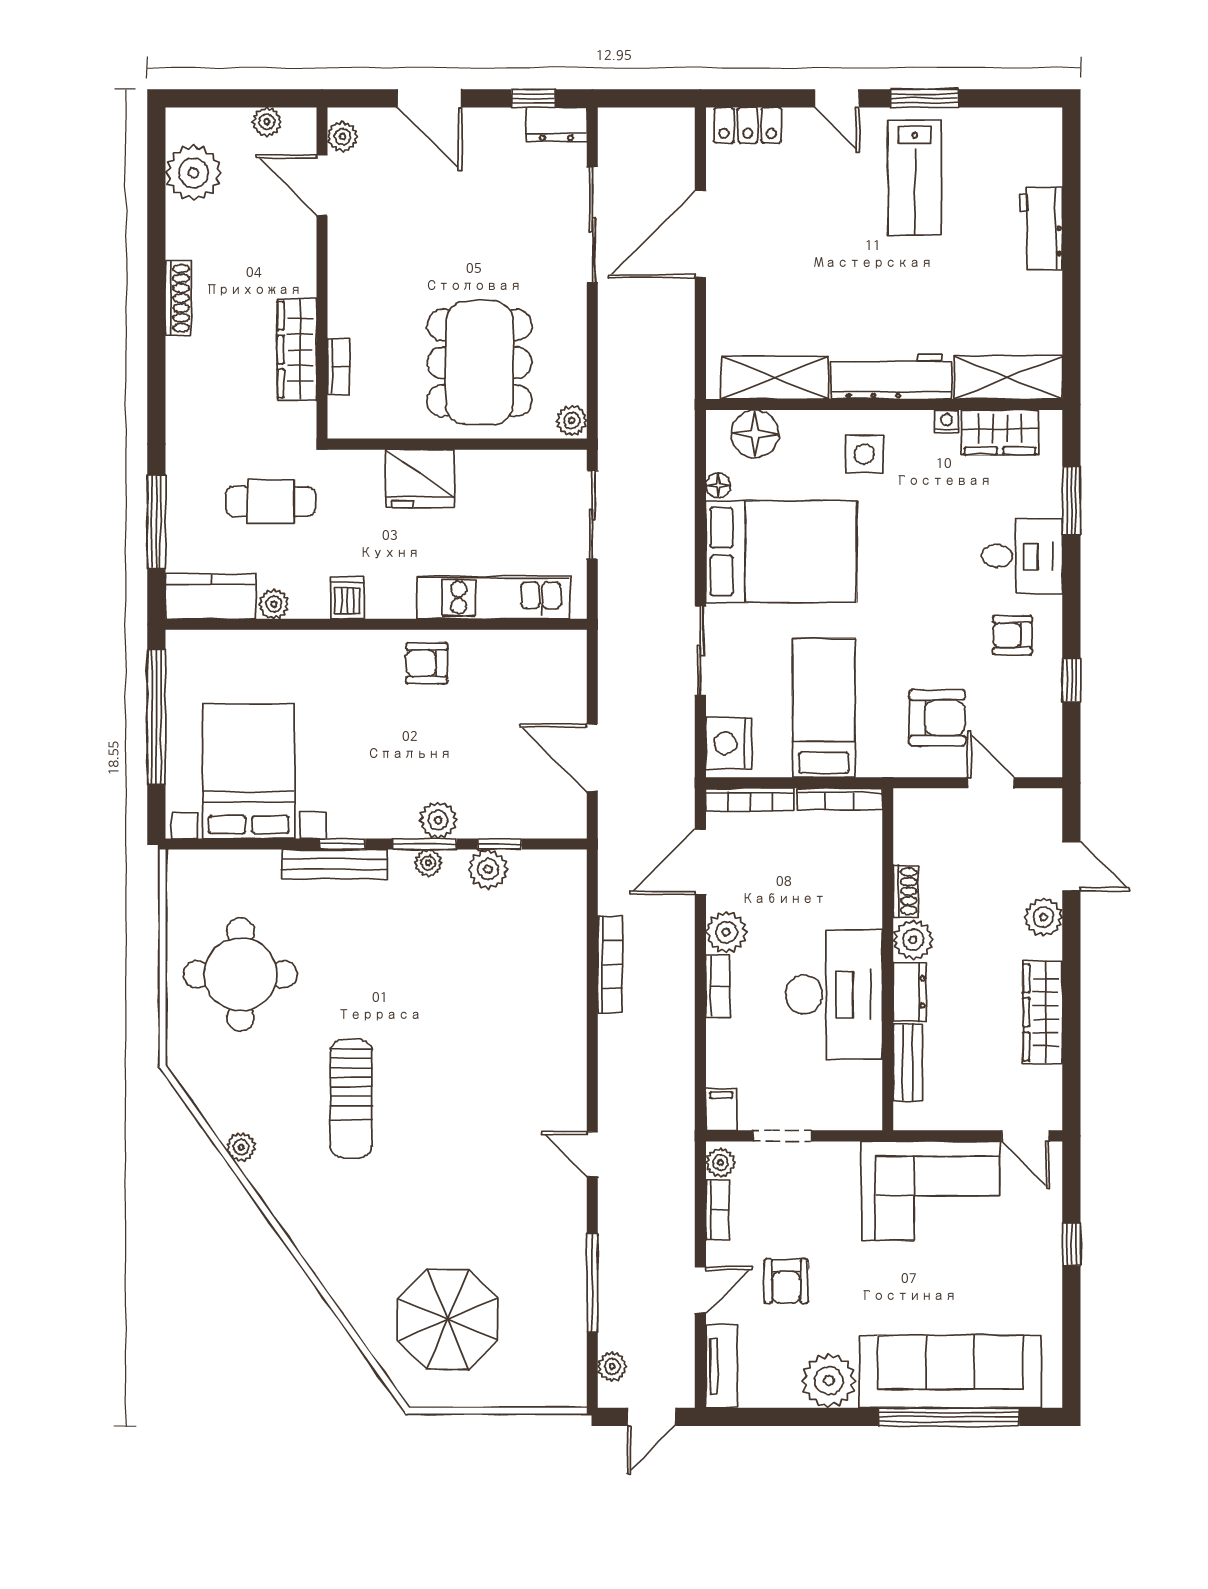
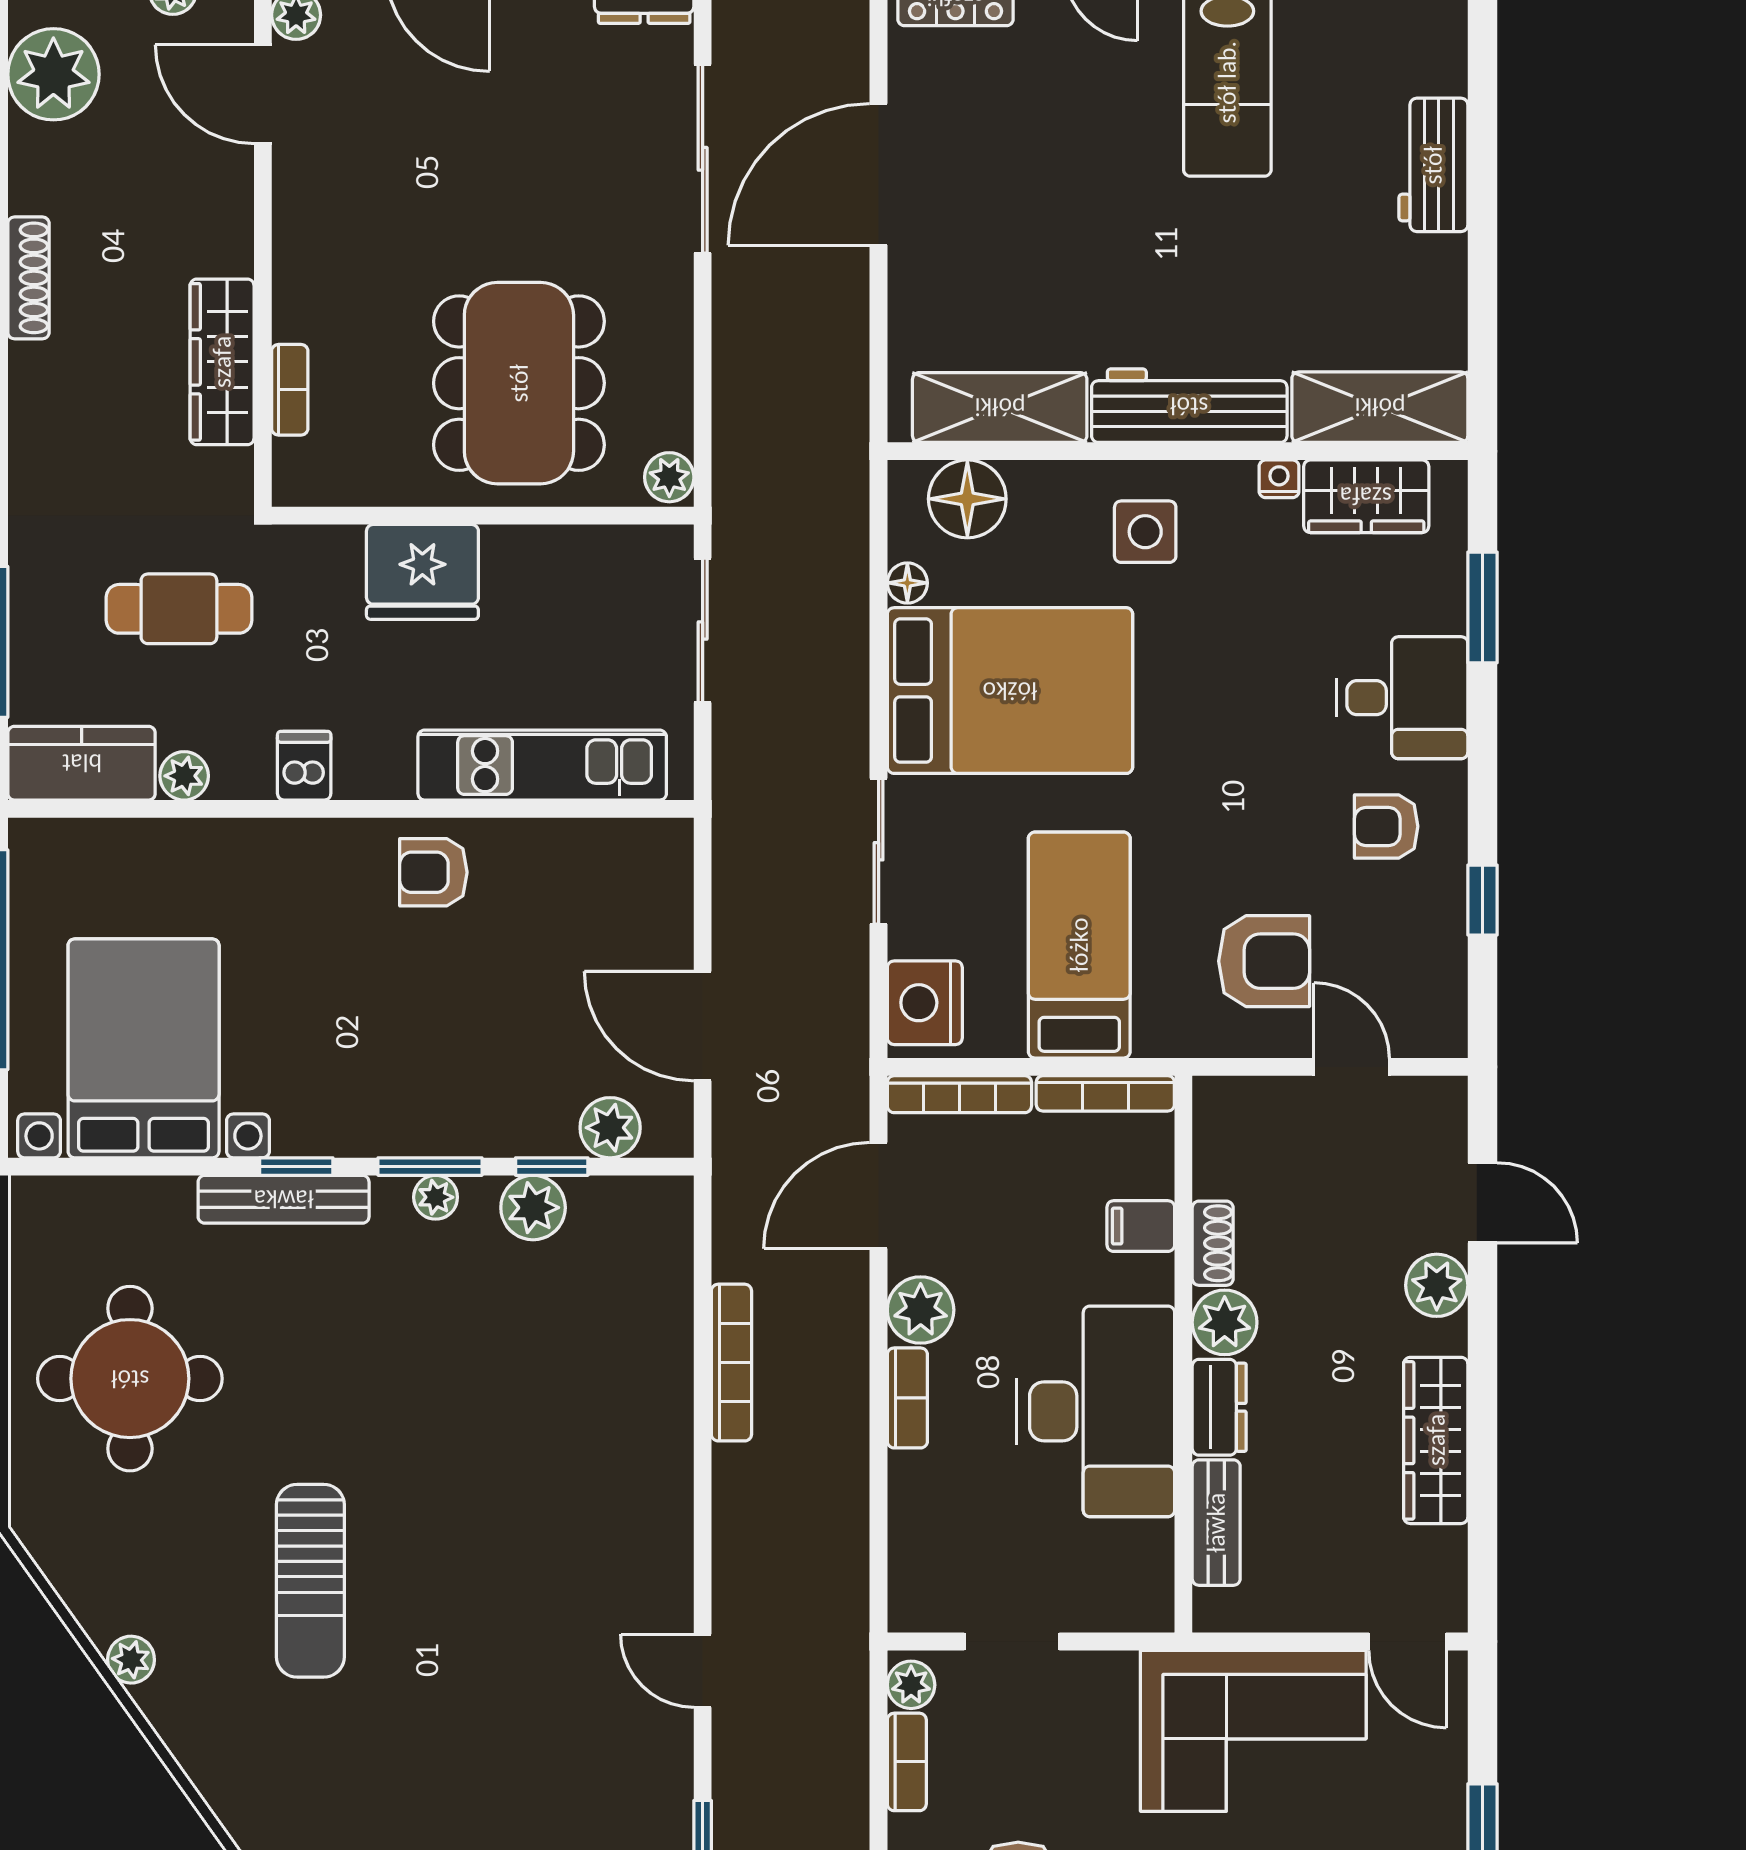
plant: (438, 820) -> (610, 1128), moved
filing cabinet: (721, 1110) -> (1141, 1226), moved, turned -90

